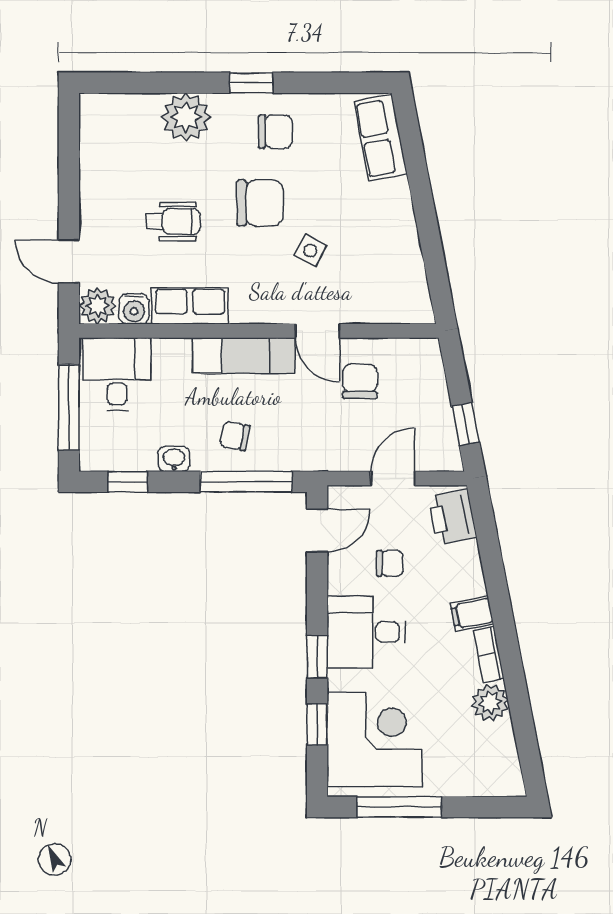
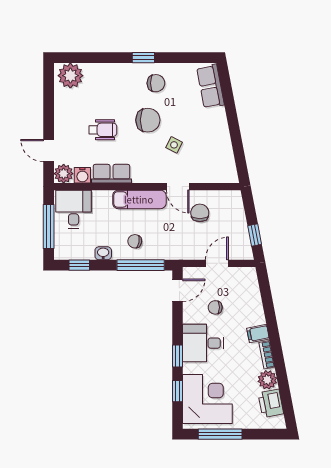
plant: (186, 117) -> (70, 76), moved
printer: (452, 517) -> (271, 403), moved
chair: (390, 563) -> (215, 307), turned 180

